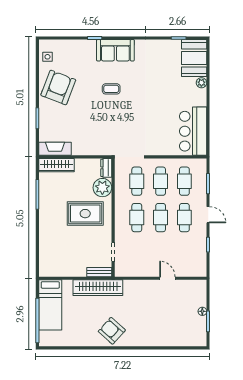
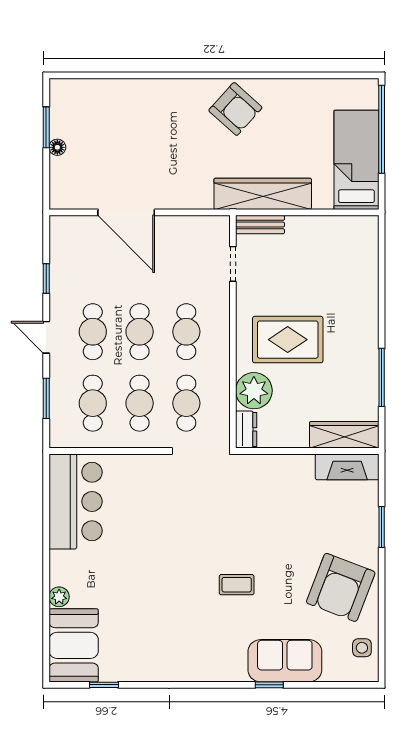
sofa: (115, 50) -> (285, 661), moved
door: (167, 278) -> (126, 212), width x1.88

